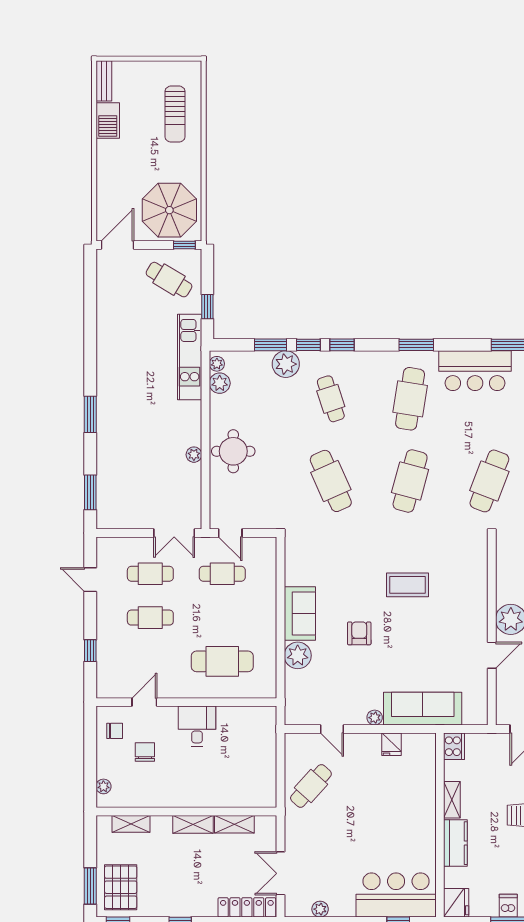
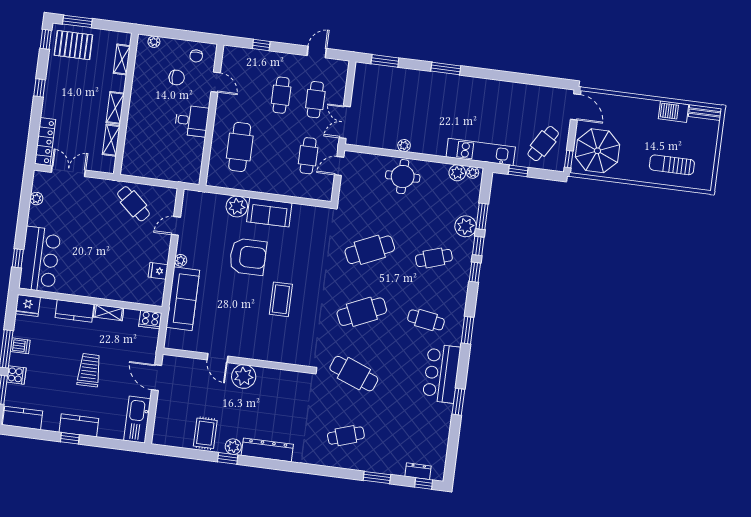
cafe table: (410, 399) -> (426, 320), width x0.73, depth x0.74
cafe table: (410, 481) -> (362, 312), turned -39
armchair: (359, 633) -> (248, 257), width x1.88, depth x1.88

